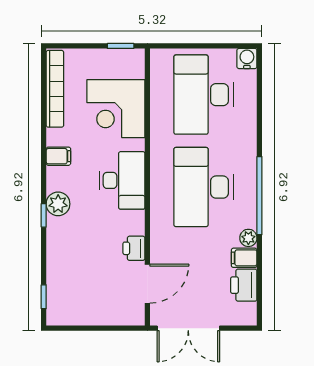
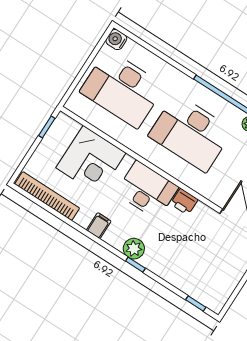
printer: (134, 248) -> (184, 202), moved

